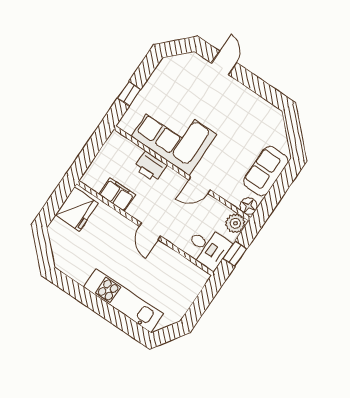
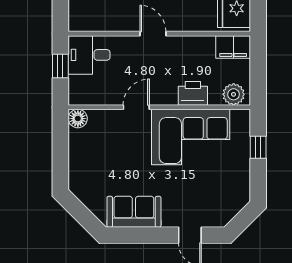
sofa: (266, 171) -> (134, 212), moved, turned -90
filing cabinet: (117, 194) -> (233, 47), moved
plant: (235, 223) -> (234, 94), moved

